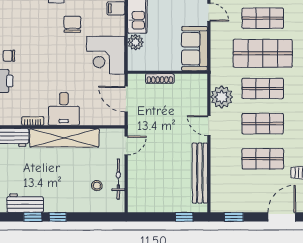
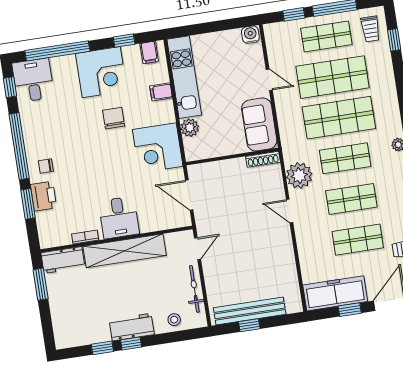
shop shelf: (263, 18) -> (333, 77), width x1.43, depth x1.36
shoe rack: (160, 79) -> (263, 159), moved
bench: (200, 173) -> (250, 311), moved, turned 90
stool: (97, 186) -> (174, 320), moved
freezer: (237, 201) -> (335, 293), added
workbench: (25, 203) -> (132, 327), moved
window: (184, 217) -> (249, 325), moved
window: (234, 217) -> (350, 310), moved

